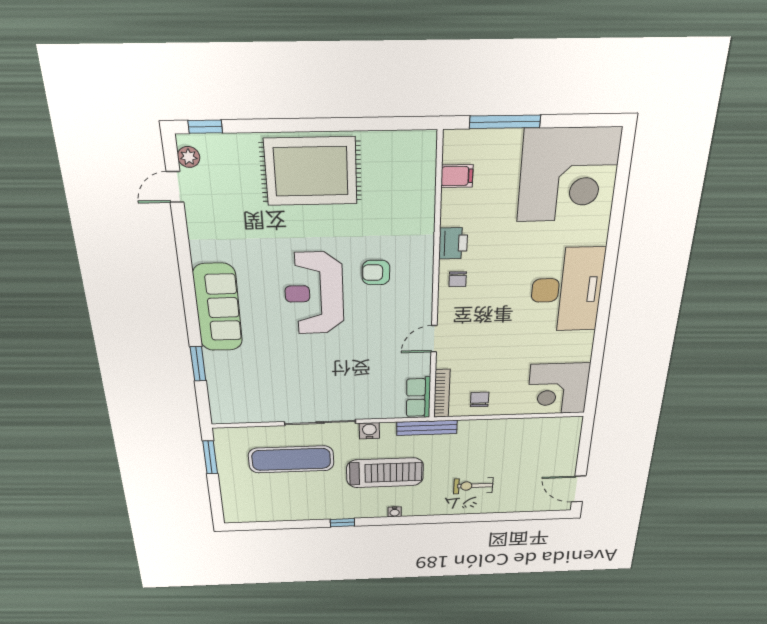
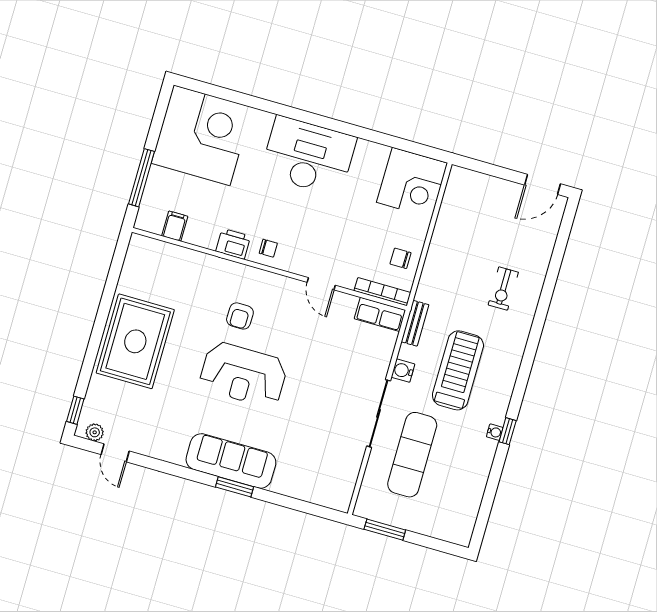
window: (198, 364) -> (235, 487), moved
bench: (427, 428) -> (415, 323), width x0.73
water cooler: (395, 512) -> (495, 432), moved

